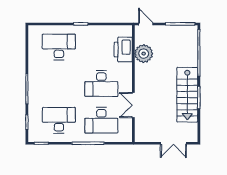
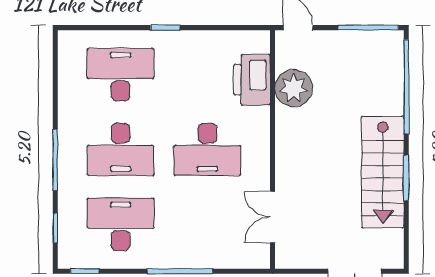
double door: (133, 105) -> (273, 217), moved
desk: (101, 120) -> (121, 149), moved

